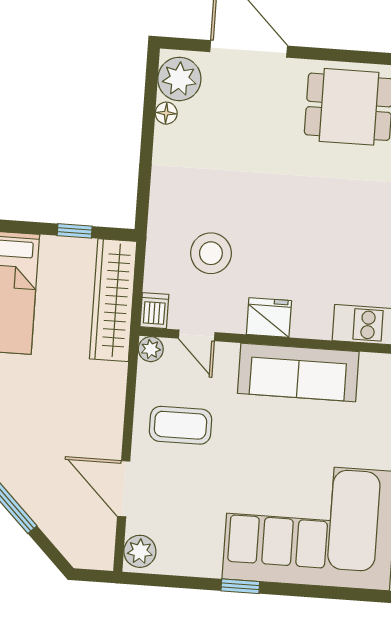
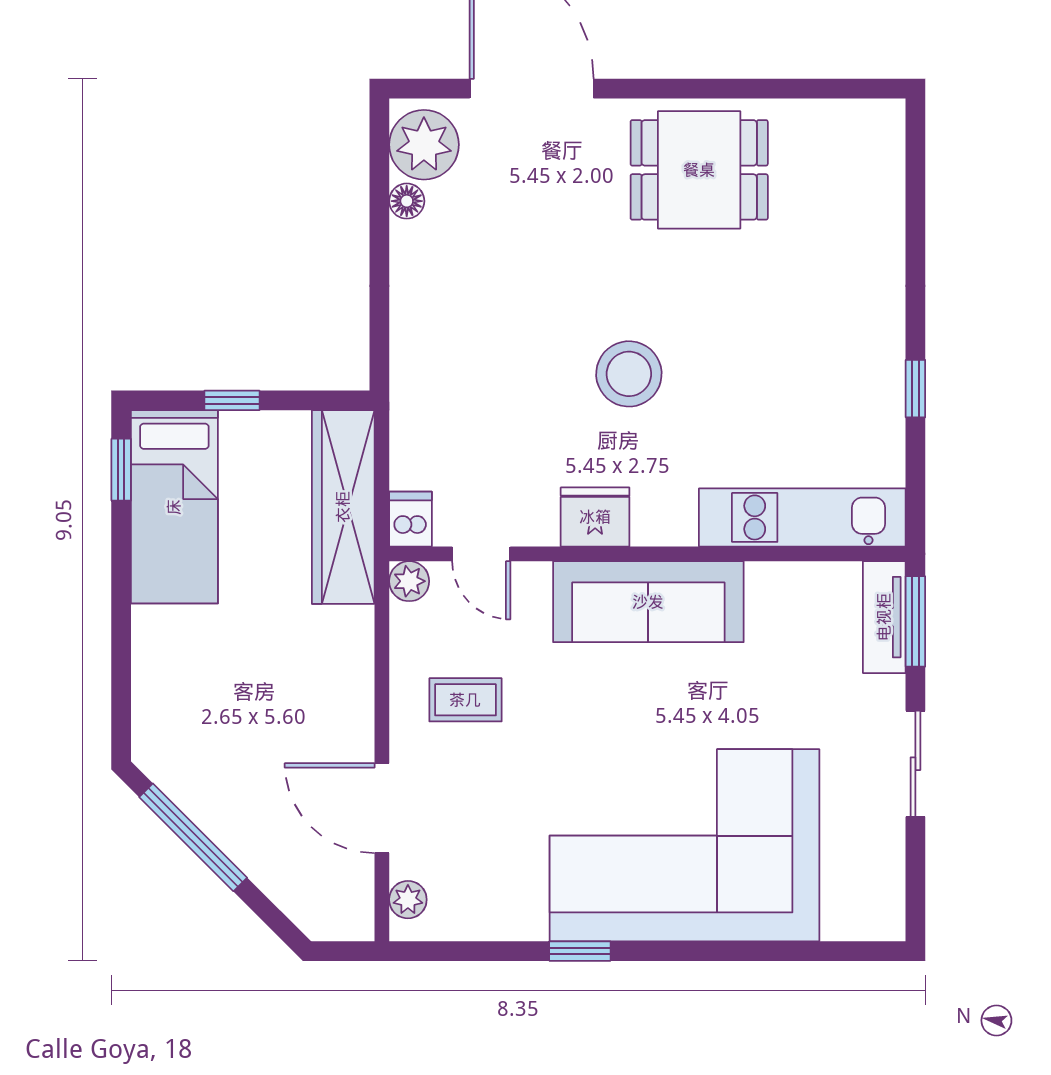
window: (75, 231) -> (232, 400), moved
stool: (211, 253) -> (629, 374), moved
coffee table: (180, 425) -> (465, 700), width x0.73, depth x0.77
plant: (140, 551) -> (408, 900), width x0.73, depth x0.73

